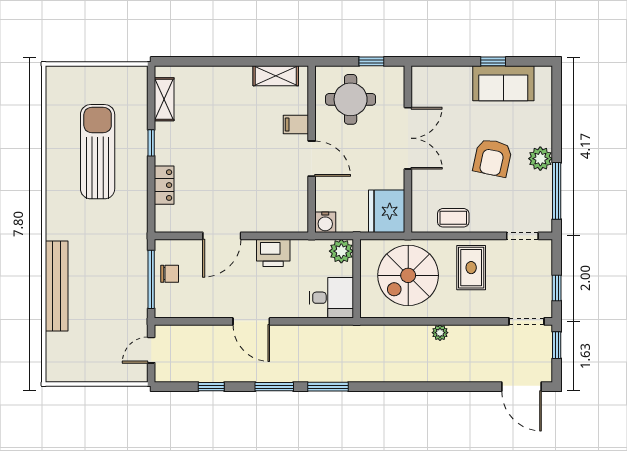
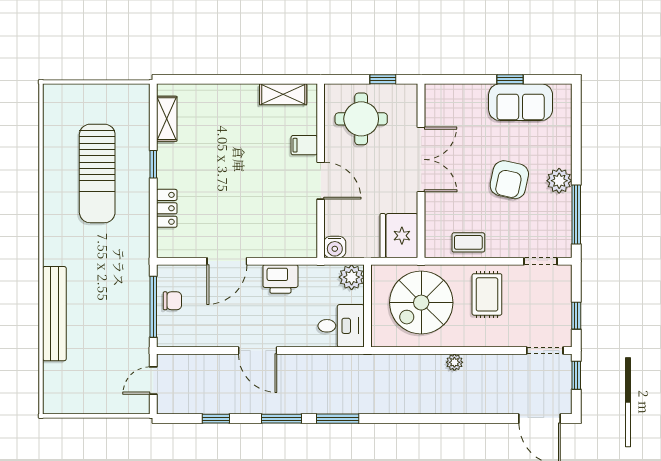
sun lounger: (98, 152) -> (97, 173), turned 180

